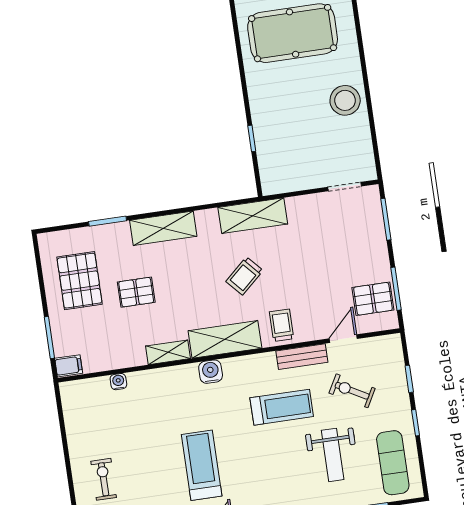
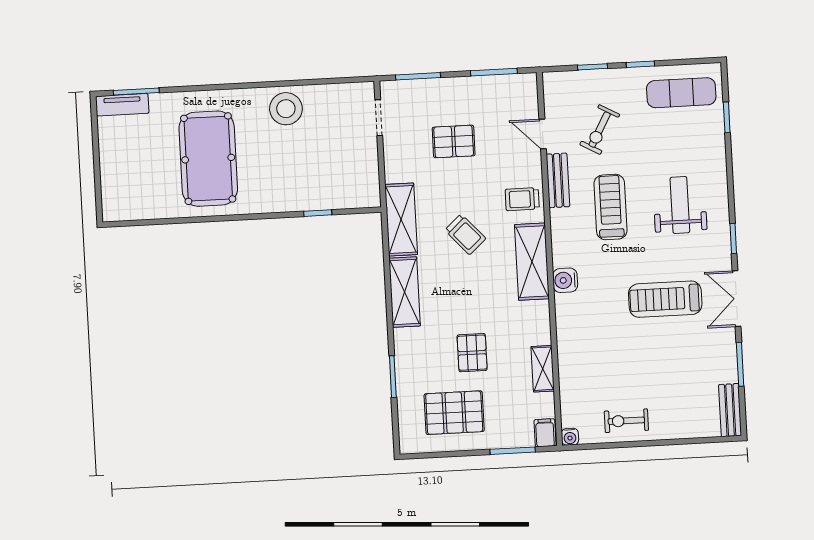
shelving: (163, 228) -> (405, 292), moved
pallet: (373, 299) -> (454, 141), moved, turned 90
shelving: (168, 352) -> (543, 369), moved
water cooler: (118, 382) -> (570, 437), moved, turned -90
weight bench: (333, 455) -> (680, 205), moved, turned -90
exercise bike: (104, 479) -> (626, 421), moved

